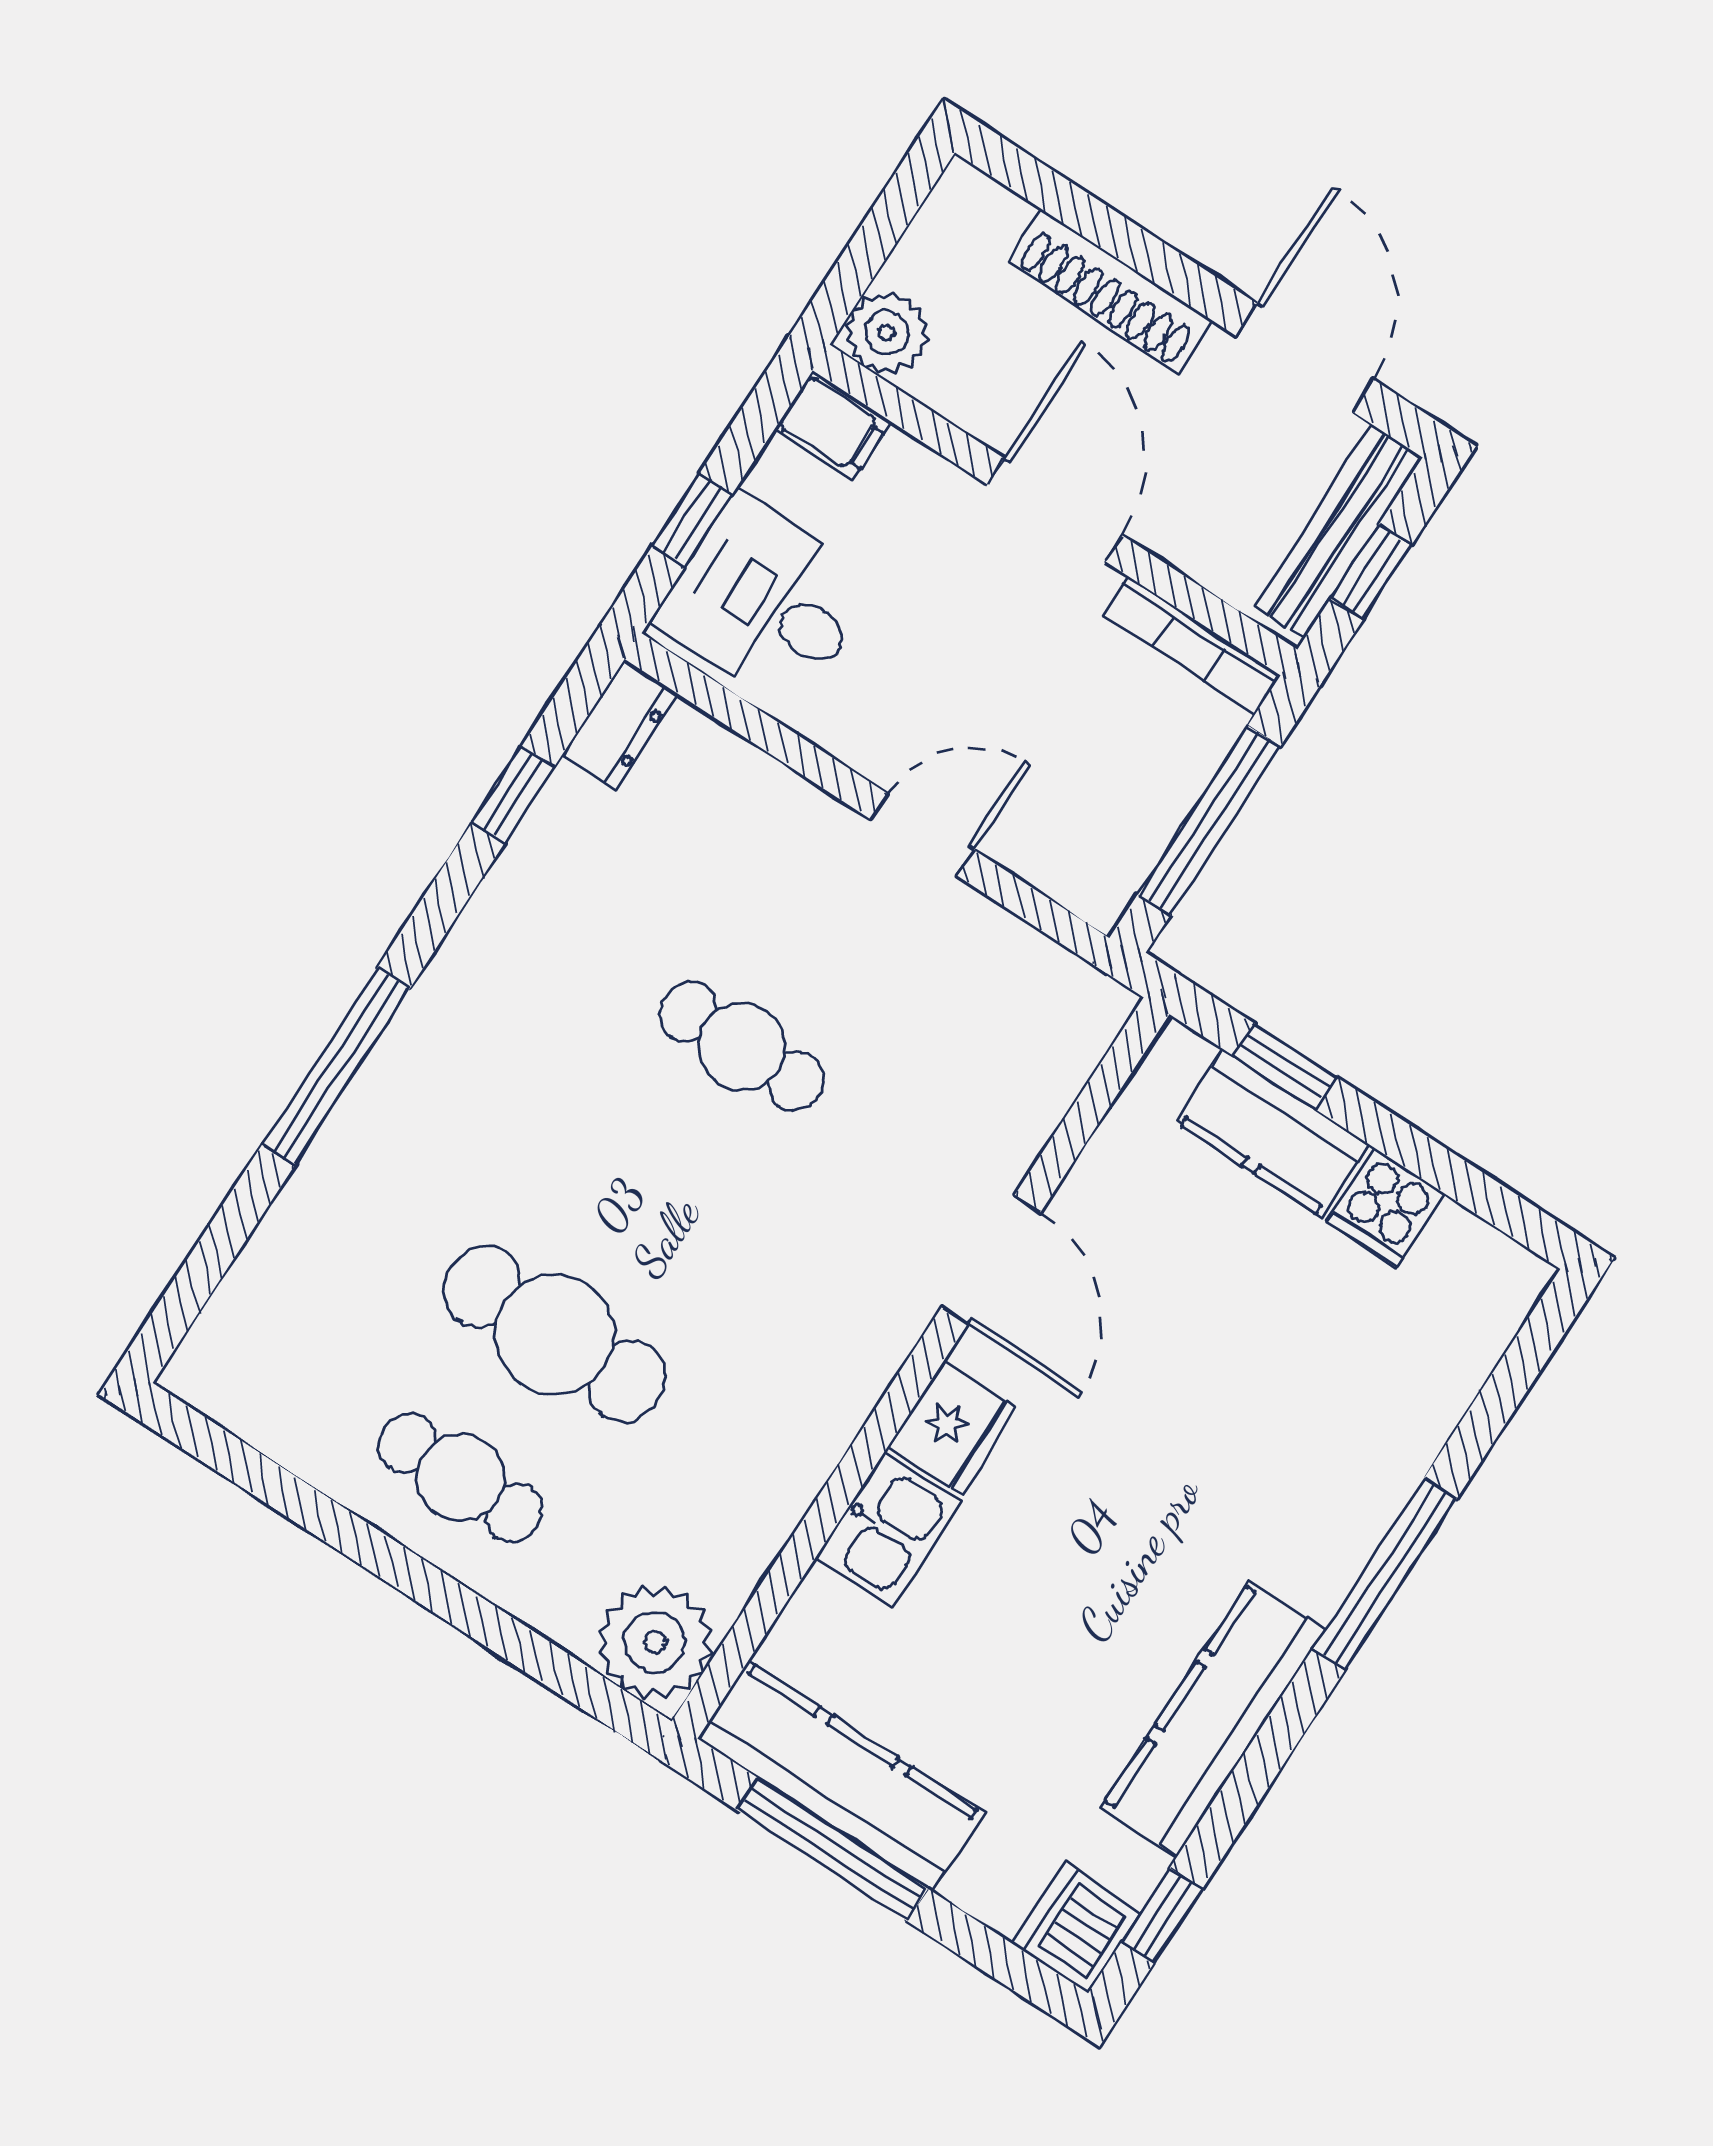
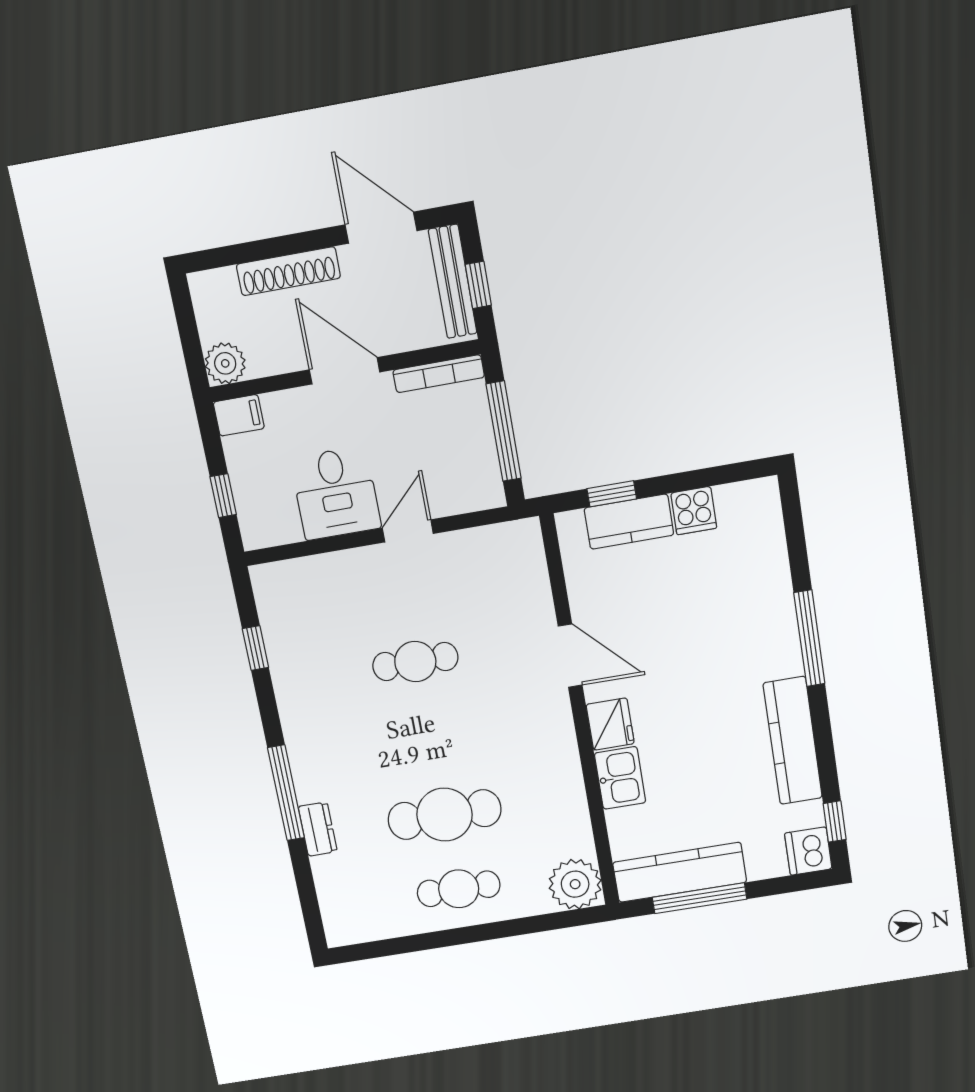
desk: (766, 602) -> (336, 493), moved, turned -90
dresser: (620, 725) -> (318, 829), moved

